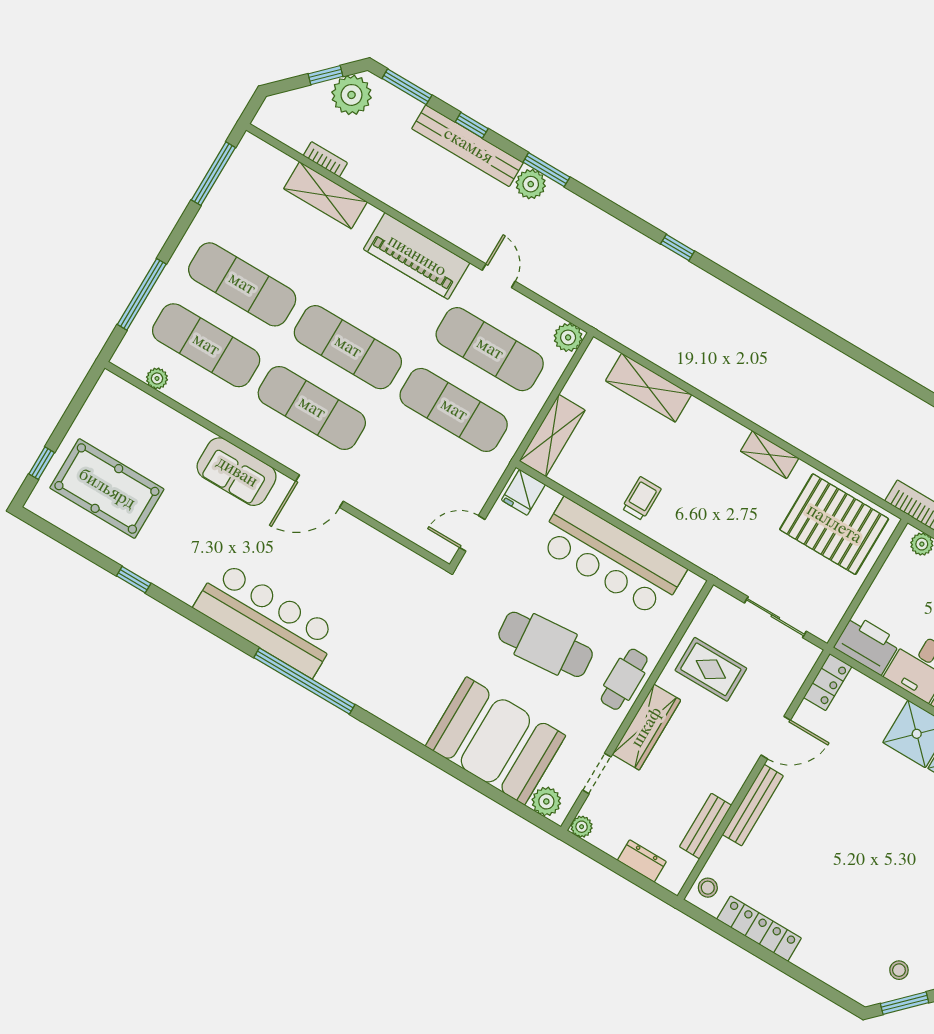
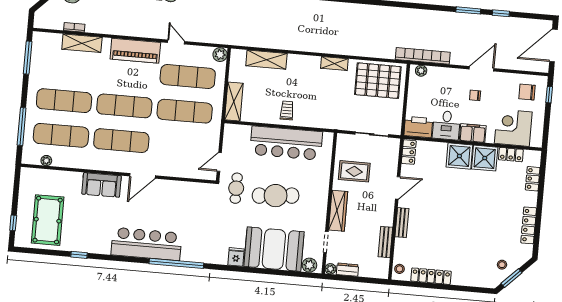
pool table: (107, 489) -> (48, 220), turned 90
fridge: (523, 492) -> (236, 257), moved, turned 180
cafe table: (624, 679) -> (236, 188), moved
bench: (753, 805) -> (402, 223), width x0.73
dresser: (642, 861) -> (347, 270), moved

